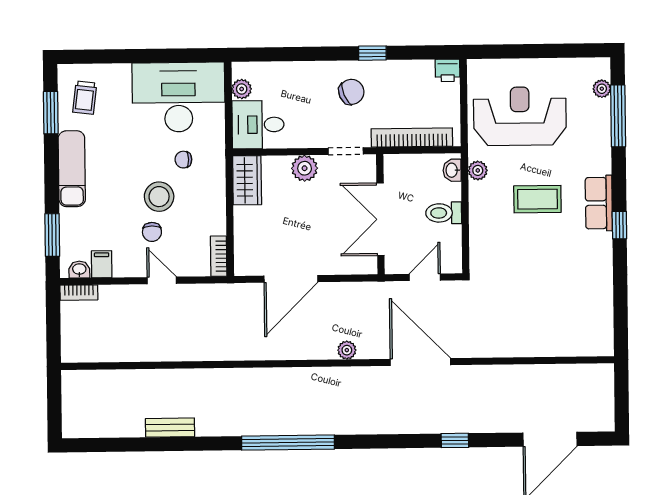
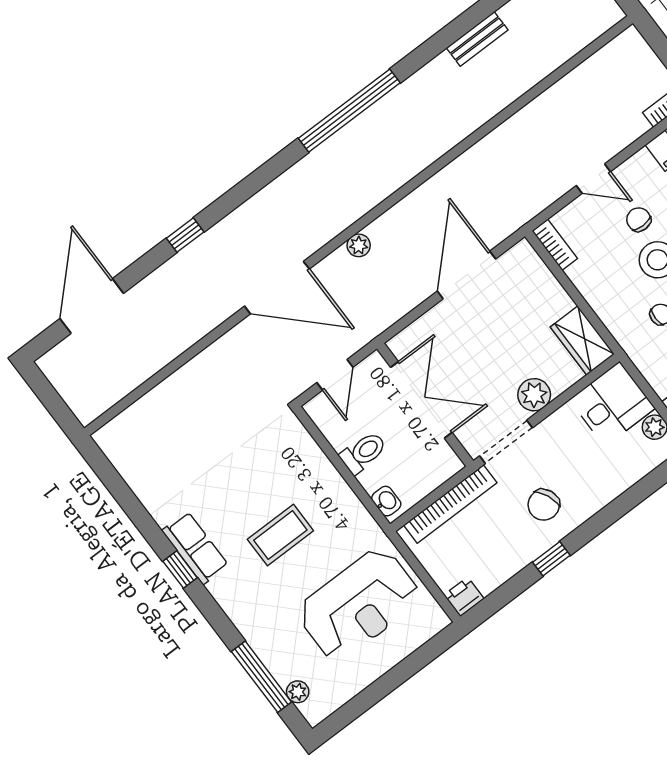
doorway: (346, 151) -> (506, 442), width x1.38
plant: (478, 170) -> (361, 520), removed
row of seats: (599, 203) -> (195, 548), moved

